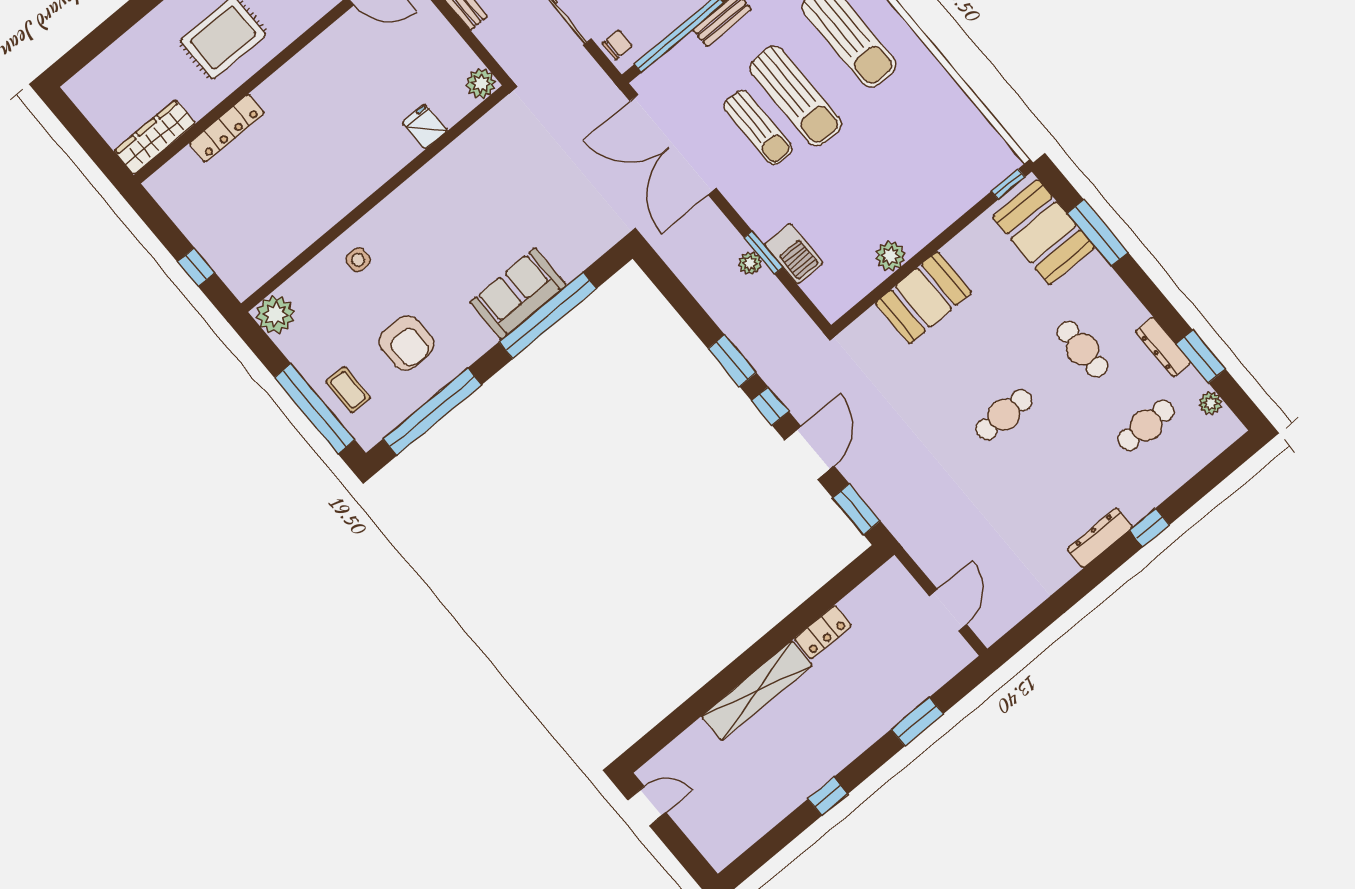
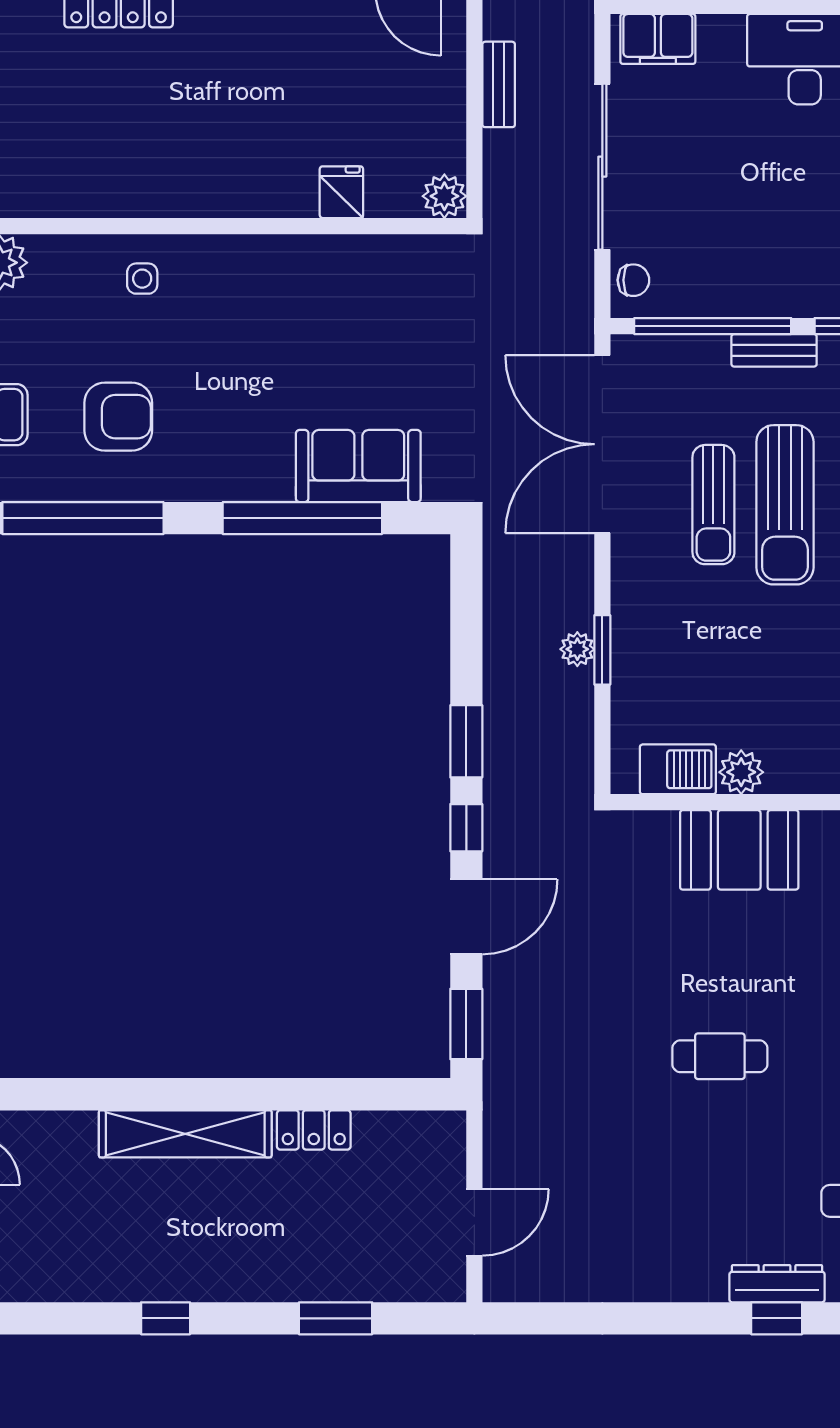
barbecue: (794, 254) -> (678, 769), moved, turned -90
sofa: (518, 294) -> (358, 466), moved
armchair: (406, 343) -> (118, 417), turned -90
dresser: (1100, 538) -> (777, 1284), moved

